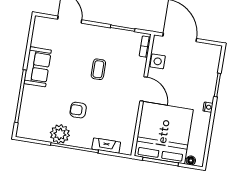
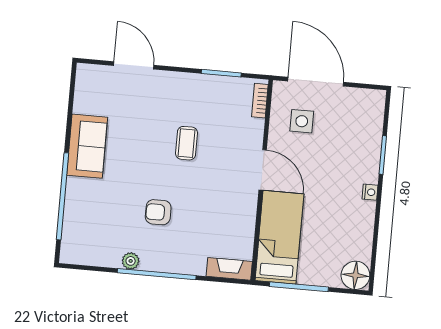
side table: (158, 61) -> (302, 121), moved
bed: (164, 133) -> (279, 237), width x0.49
plant: (60, 134) -> (131, 261), width x0.53, depth x0.53
fireplace: (106, 146) -> (229, 269), moved
floor lamp: (191, 161) -> (355, 275), width x1.89, depth x1.89

